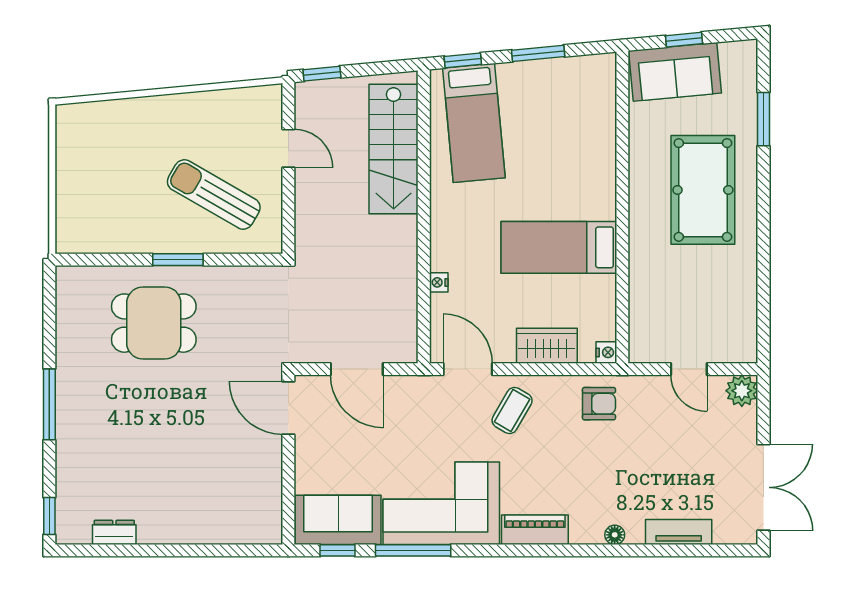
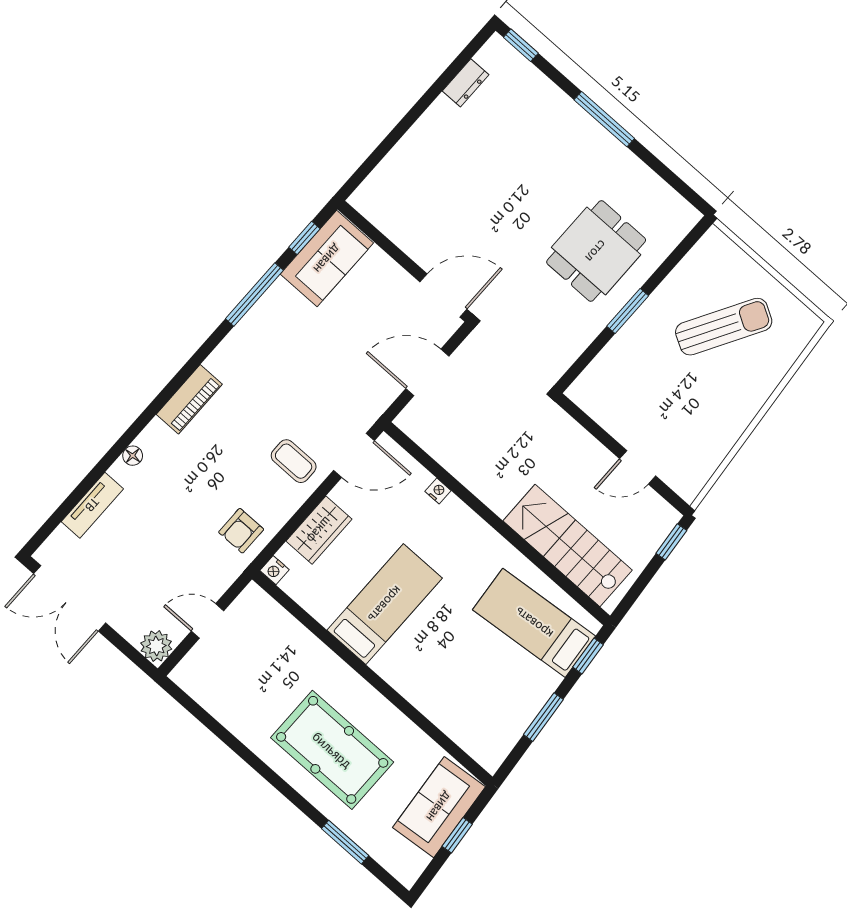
sun lounger: (214, 194) -> (724, 327), moved
coffee table: (512, 410) -> (294, 461), turned -30
corner sofa: (441, 503) -> (271, 347), removed

